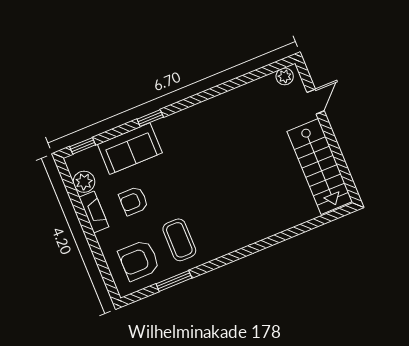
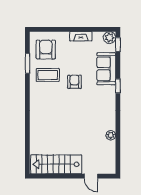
plant: (285, 76) -> (111, 135), moved
plant: (84, 182) -> (110, 38), moved
armchair: (134, 201) -> (74, 82), moved

